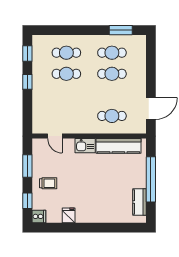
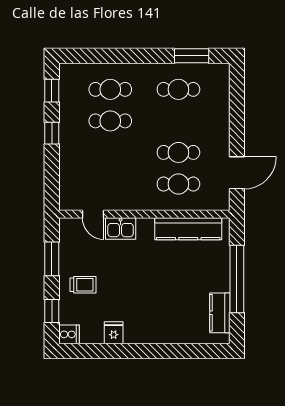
cafe table: (112, 74) -> (178, 152), moved
kitchen sink: (85, 146) -> (121, 229), moved

